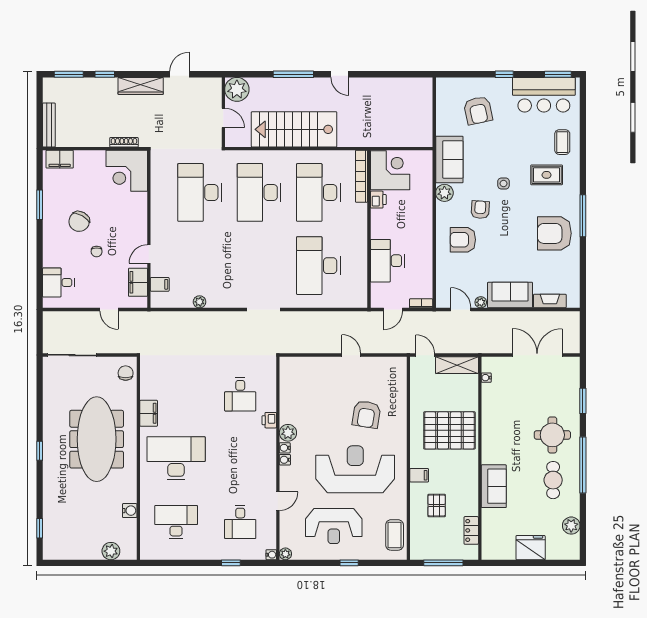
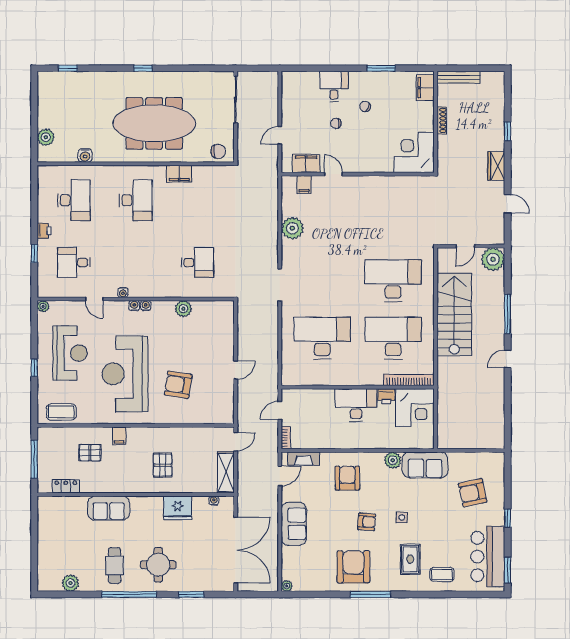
window: (69, 74) -> (508, 96), removed
wardrobe: (141, 86) -> (496, 166), width x0.67
shoe rack: (124, 142) -> (442, 120), moved
desk: (200, 192) -> (393, 223), removed
armchair: (480, 210) -> (367, 522), moved
chair: (79, 221) -> (365, 106), width x0.54, depth x0.54
desk: (387, 261) -> (356, 405), moved
desk: (58, 282) -> (334, 86), moved
fireplace: (550, 301) -> (304, 459), moved, turned 90
plant: (200, 302) -> (292, 228), width x1.87, depth x1.87
plant: (481, 302) -> (287, 586), moved
door: (393, 309) -> (280, 410), hinge flipped
double door: (537, 355) -> (236, 550), width x1.36
desk: (240, 394) -> (198, 262), turned 180
printer: (269, 420) -> (44, 231), moved, turned 90
pallet: (449, 430) -> (163, 465), width x0.49, depth x0.50
plant: (288, 433) -> (183, 309), moved
desk: (176, 458) -> (136, 200), width x0.73, depth x0.77
reception desk: (355, 469) -> (125, 374), turned 180
cafe table: (553, 480) -> (115, 565), turned 90
reception desk: (334, 526) -> (70, 353), turned 180
fridge: (531, 548) -> (178, 508), moved, turned 90
water cooler: (271, 555) -> (123, 293), moved

